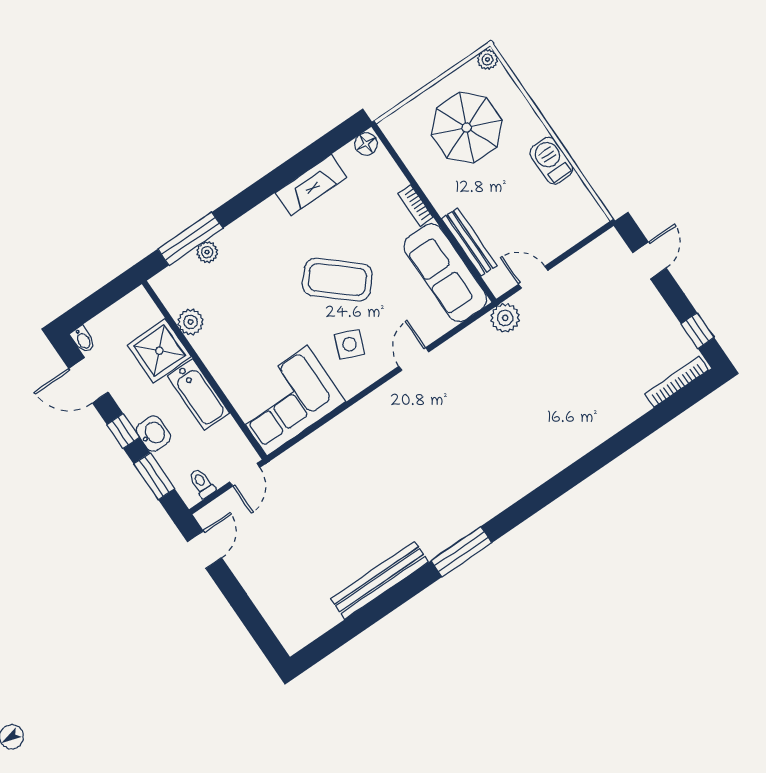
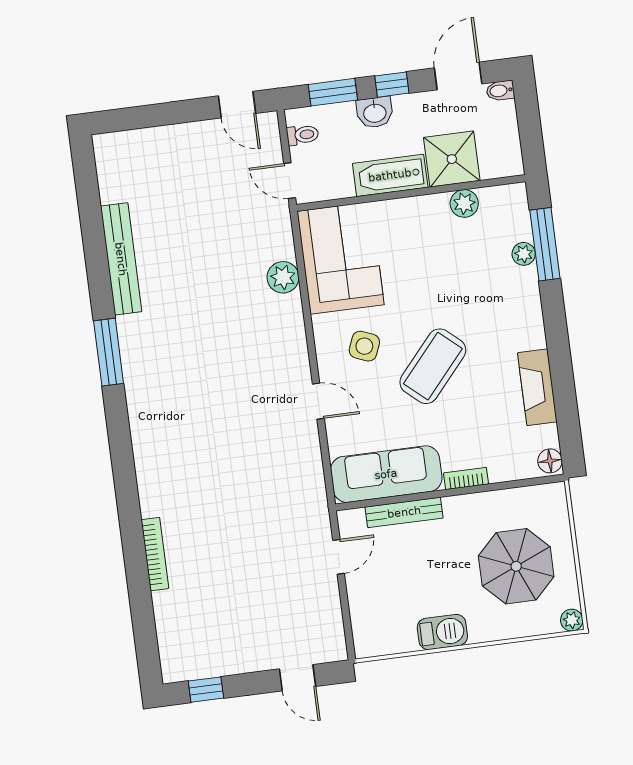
plant: (505, 318) -> (283, 277), moved
bookcase: (676, 382) -> (155, 554), moved

